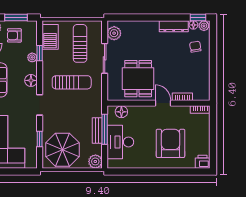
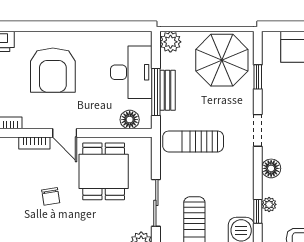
chair: (195, 47) -> (51, 196), moved
sun lounger: (72, 82) -> (193, 141), moved

